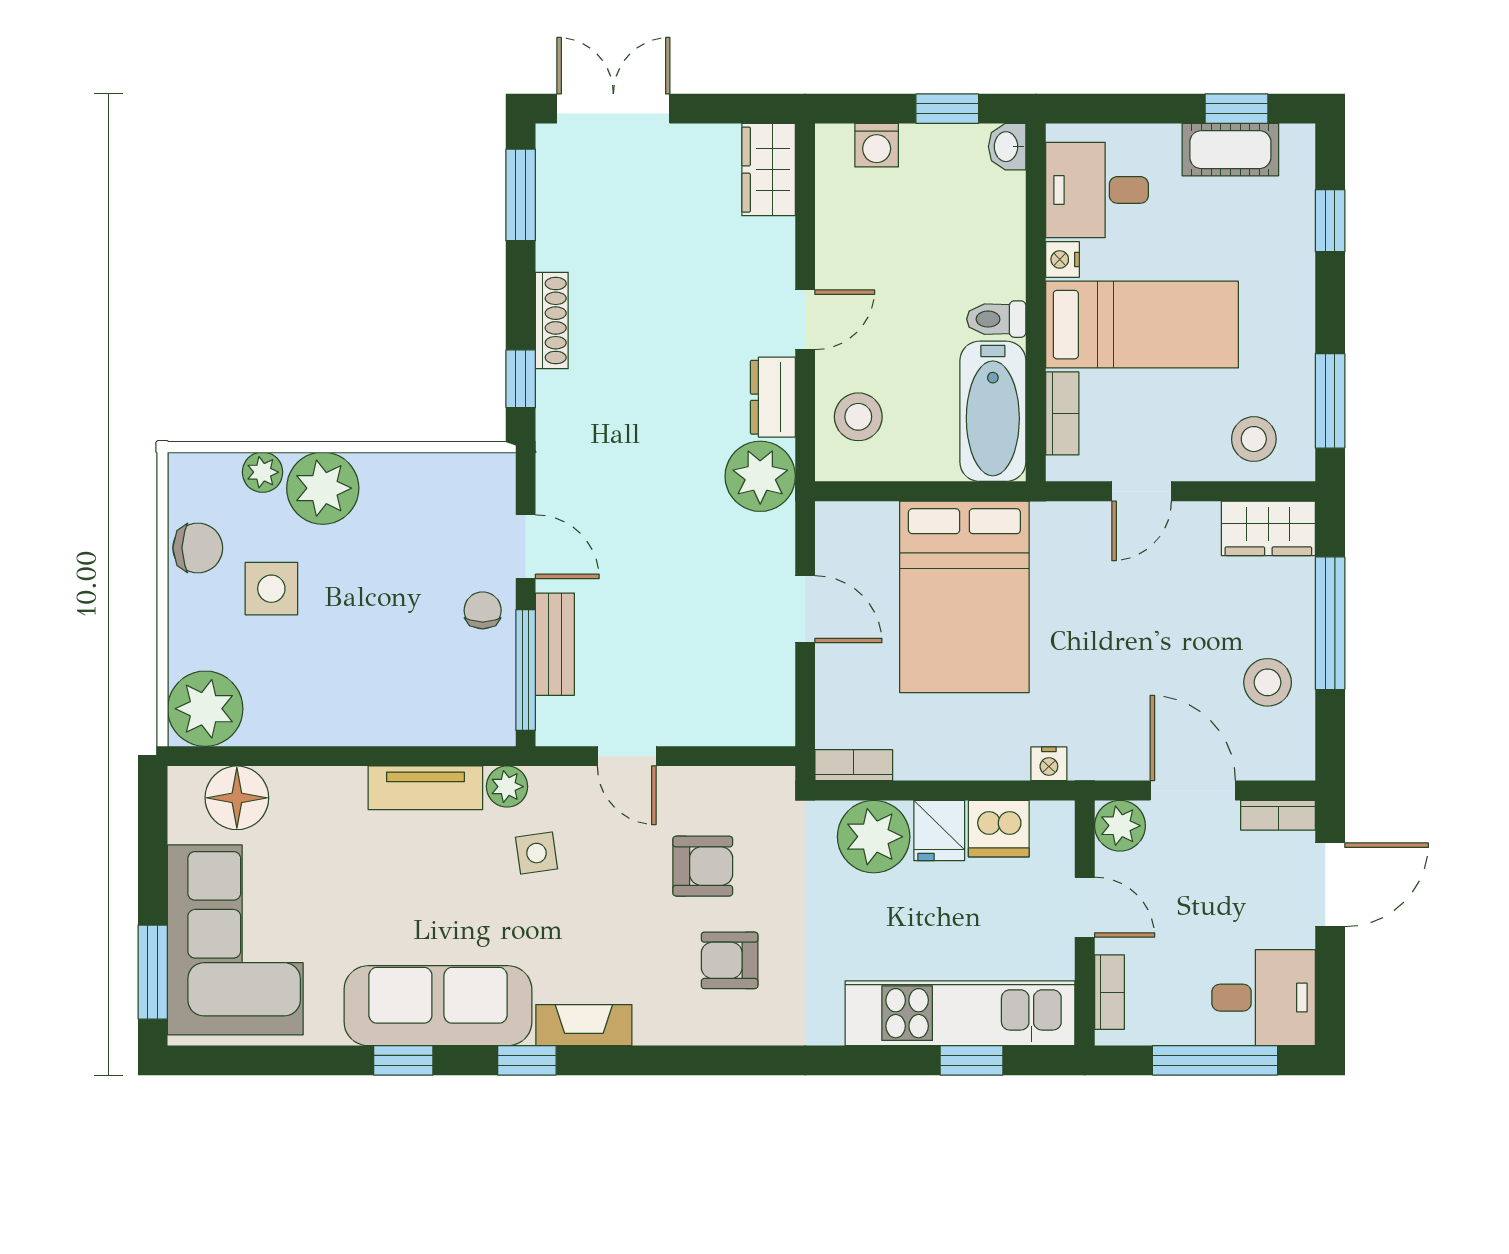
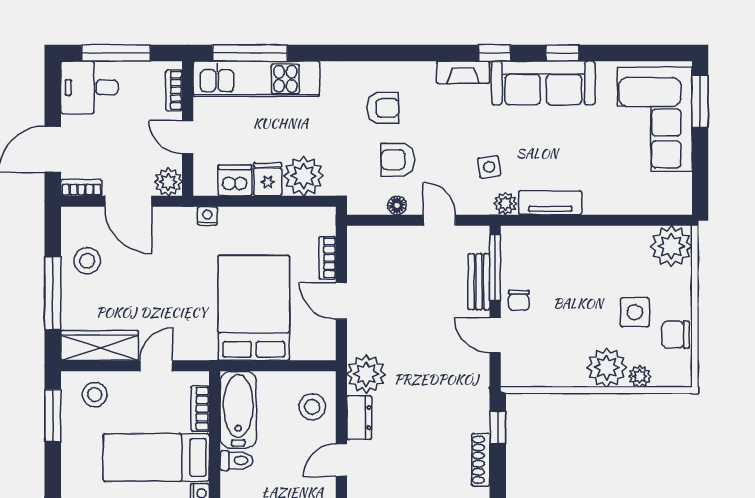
wardrobe: (1268, 528) -> (100, 345), width x1.50
bookcase: (854, 765) -> (327, 258), moved, turned 90
floor lamp: (237, 798) -> (397, 205), moved, width x0.53, depth x0.53
window: (972, 1060) -> (250, 53), width x2.17

